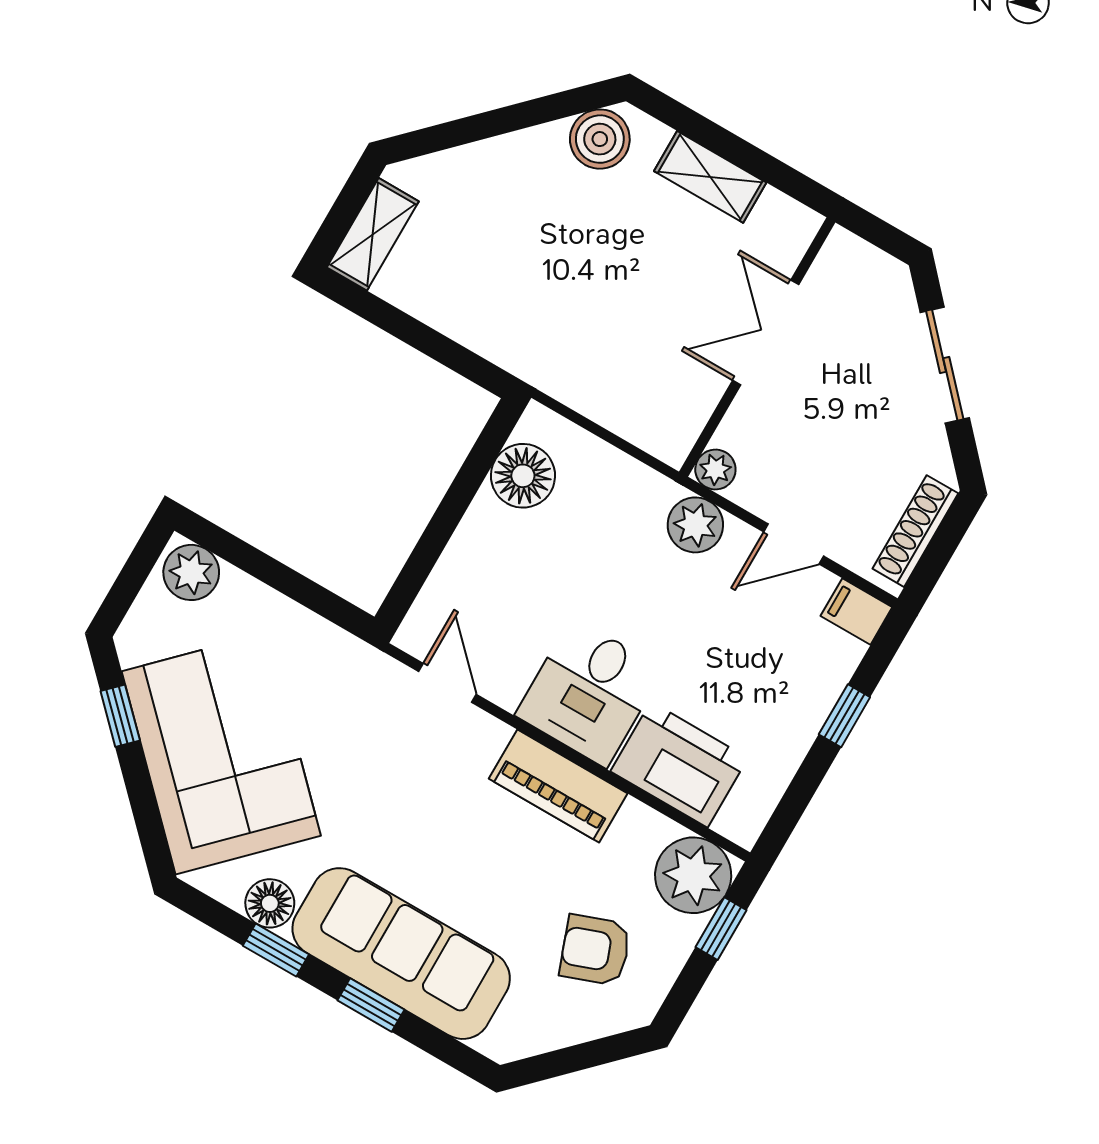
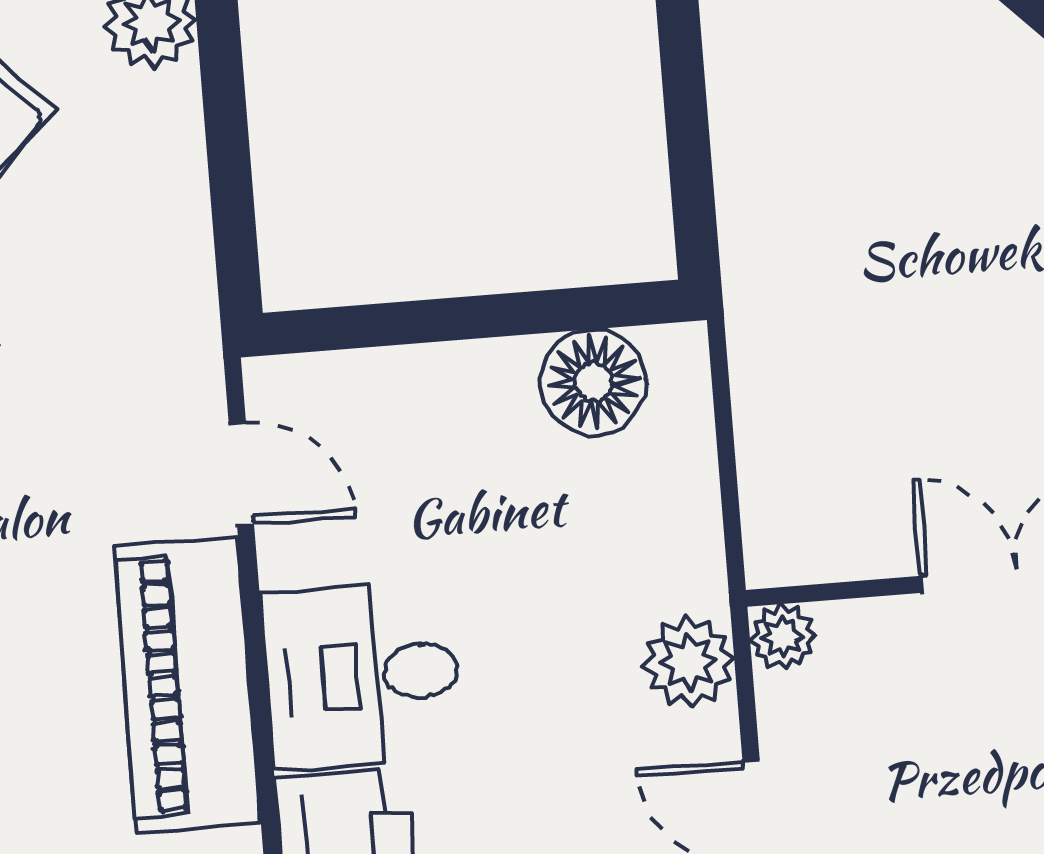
door: (447, 683) -> (241, 474), hinge flipped
piano: (558, 786) -> (187, 684), width x1.37, depth x1.33

